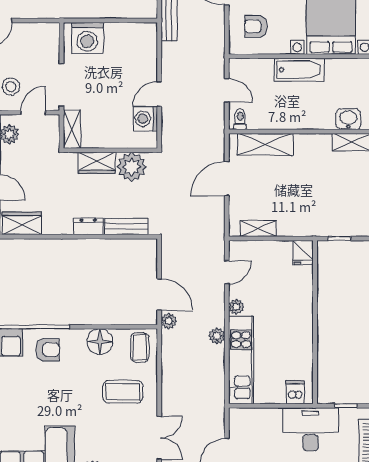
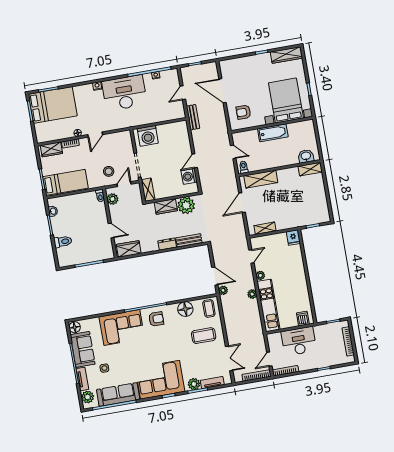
desk: (311, 429) -> (299, 341), moved

